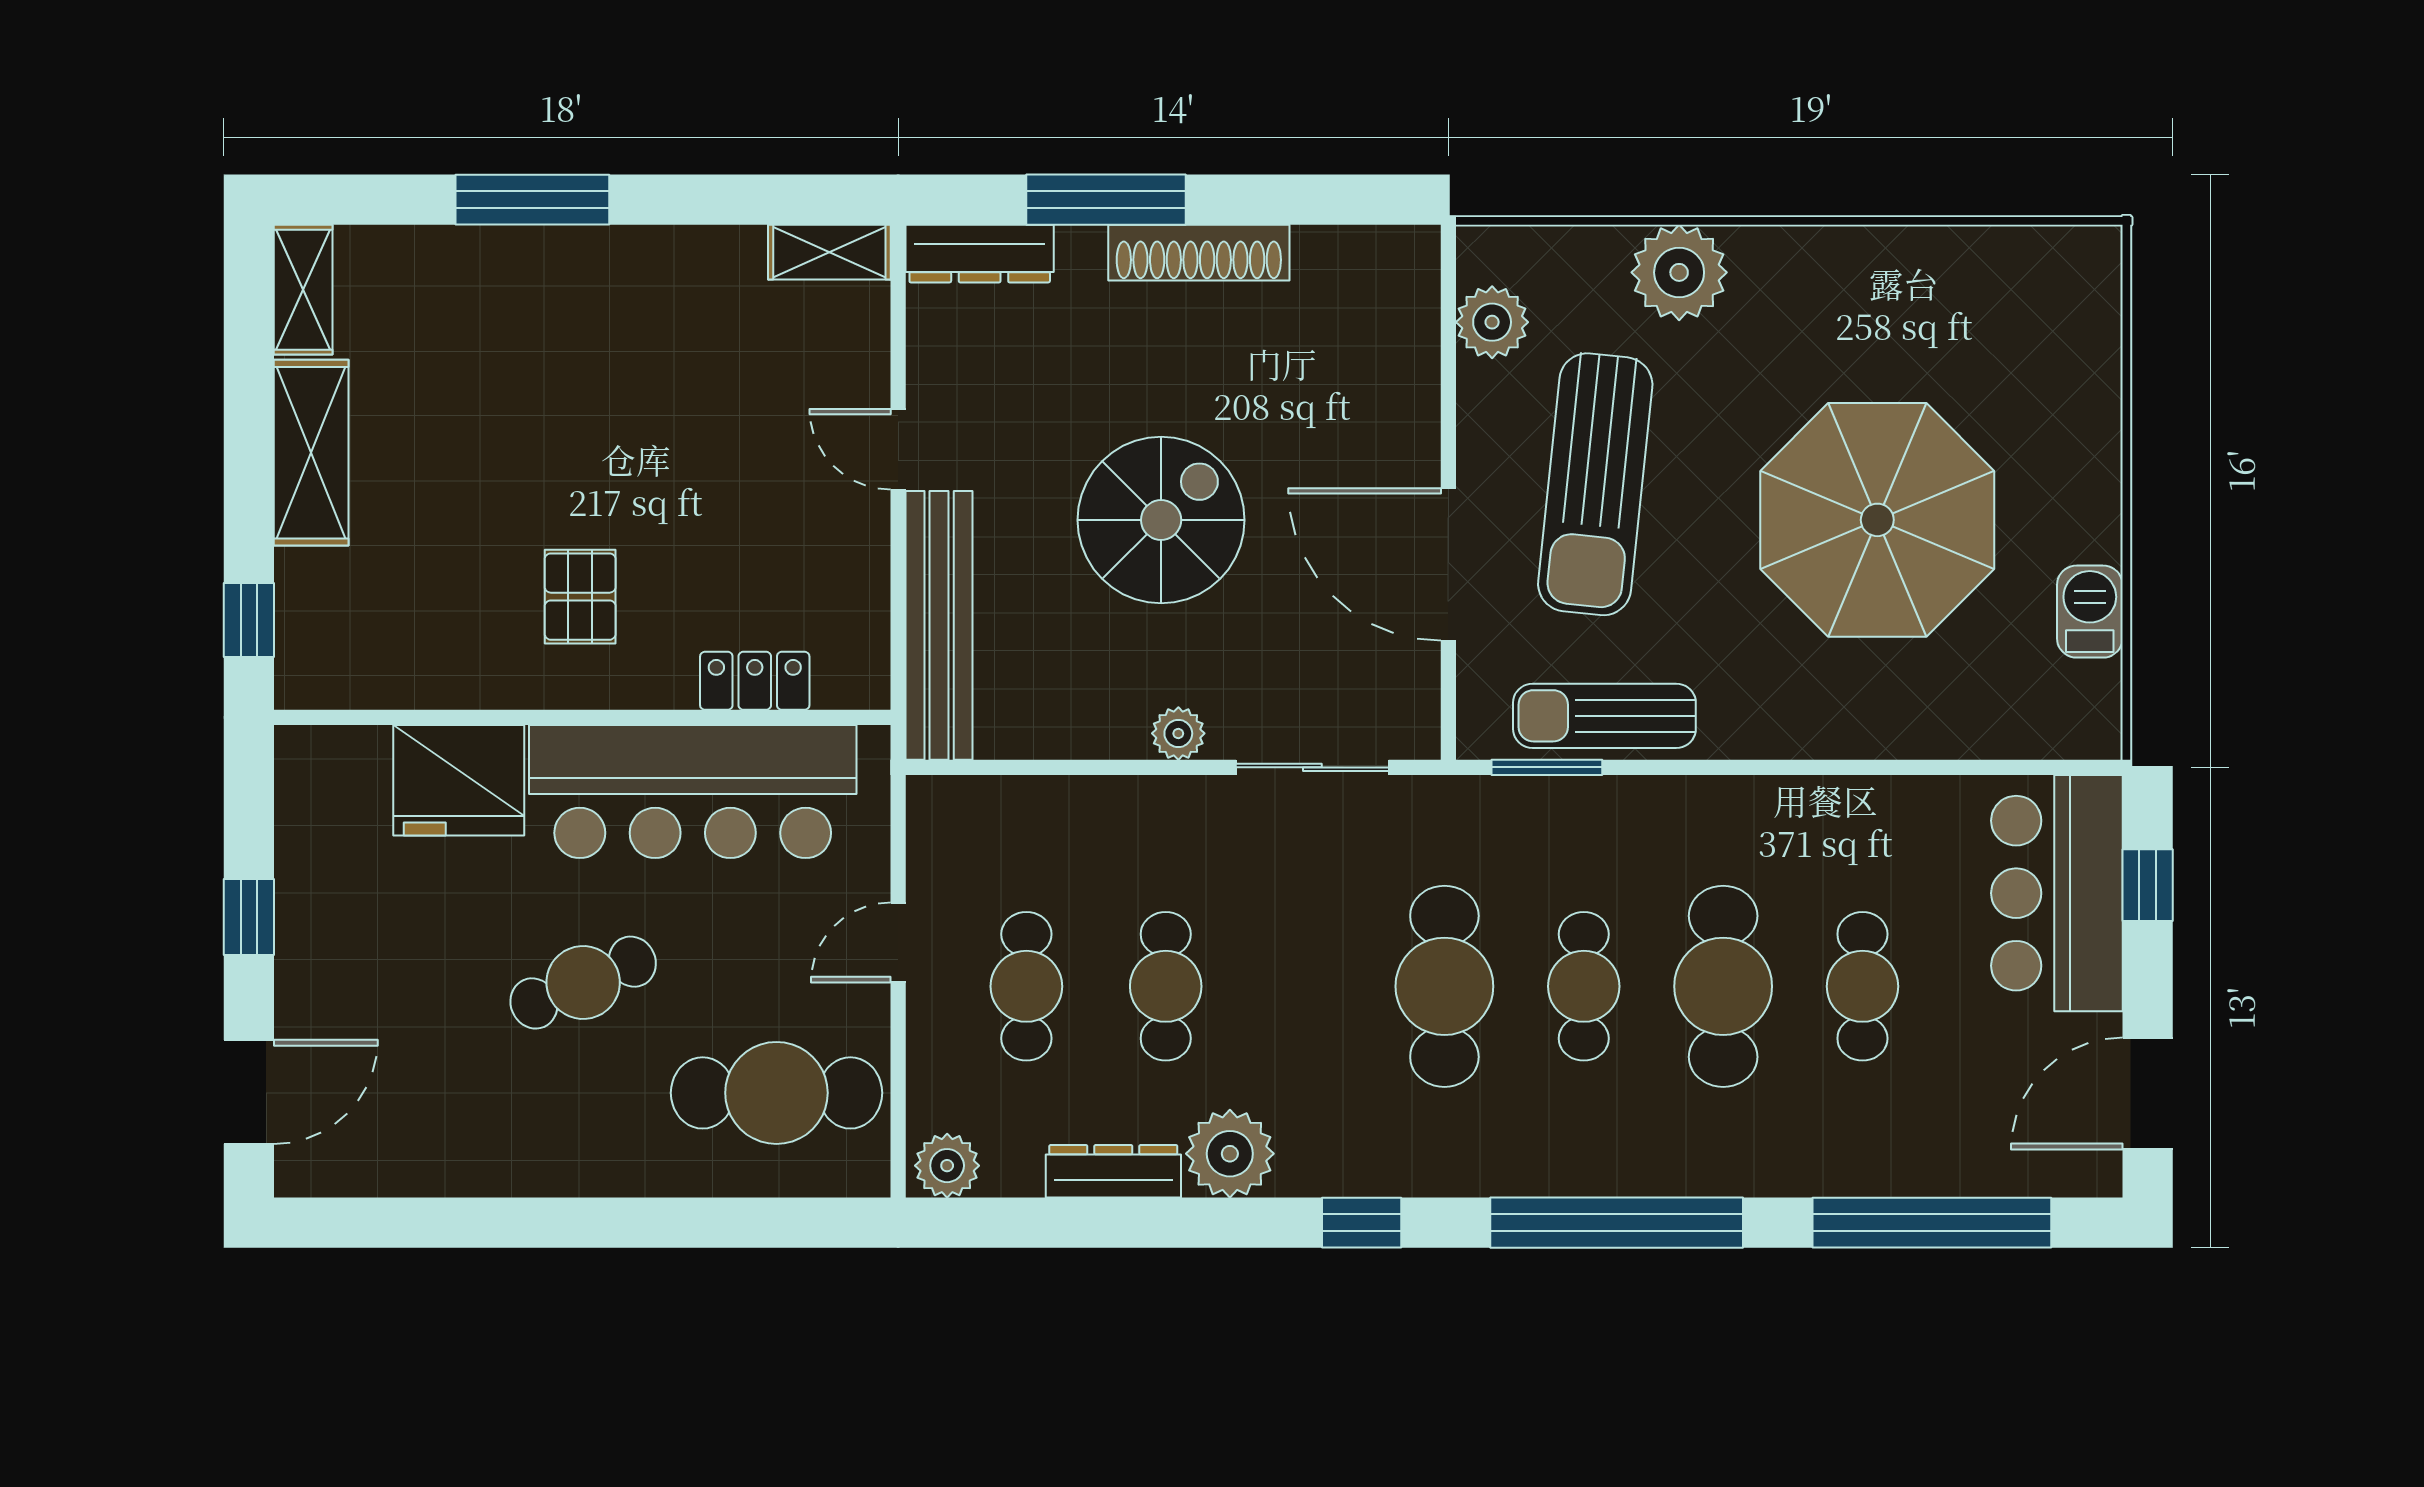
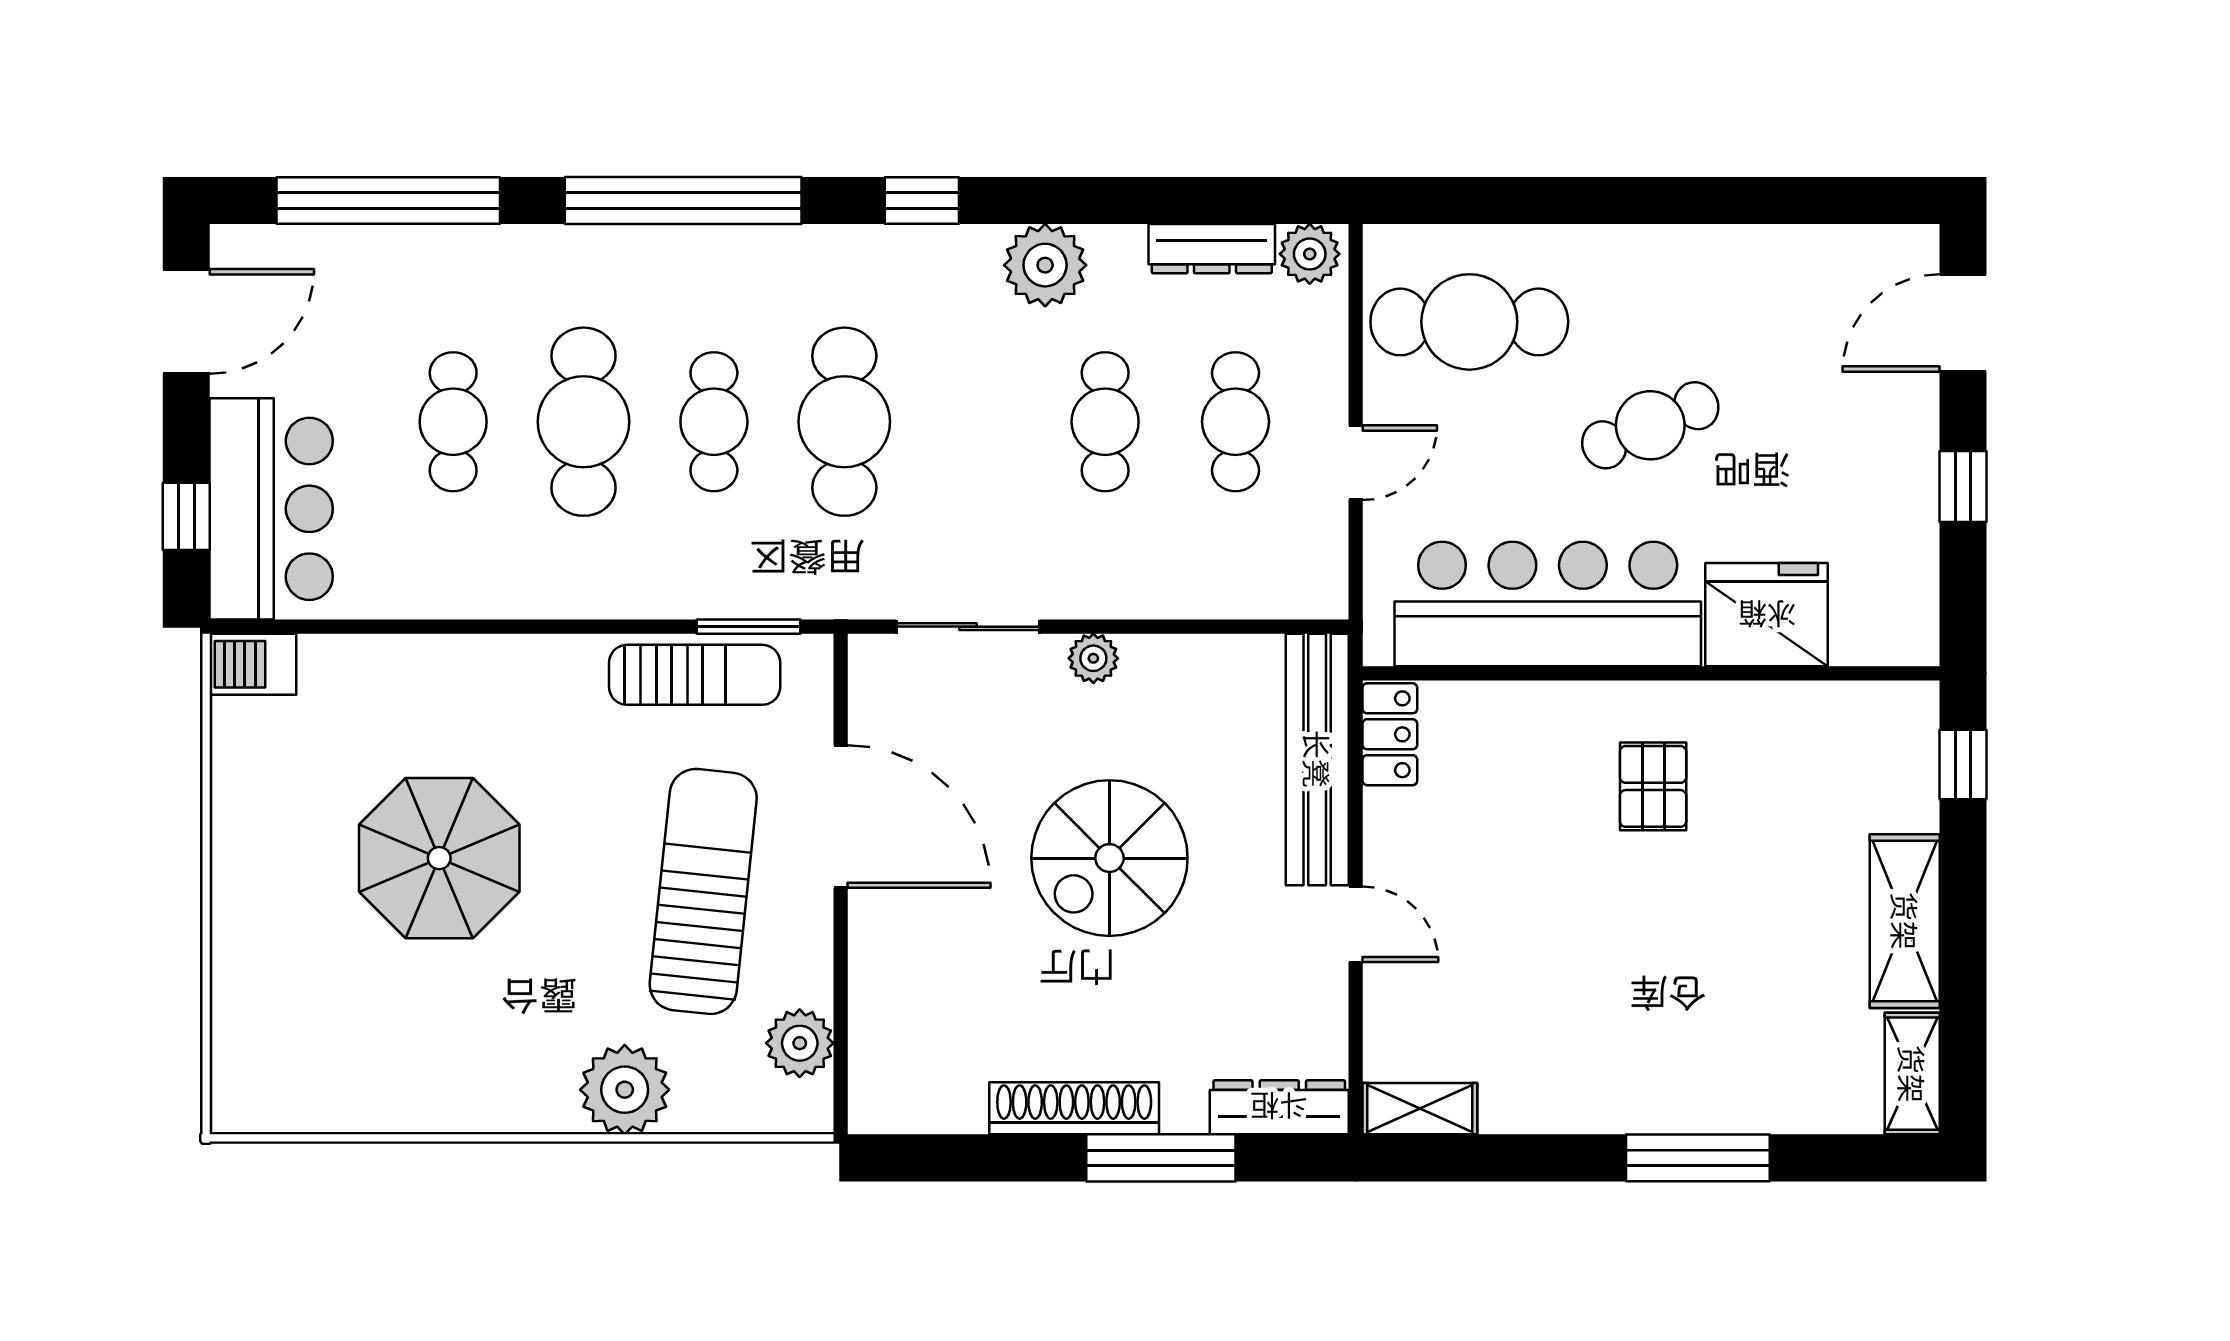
parasol: (1877, 520) -> (439, 858), width x0.73, depth x0.73
barbecue: (2090, 612) -> (253, 664), moved, turned 90
locker: (755, 681) -> (1390, 734), moved, turned -90
dresser: (1113, 1171) -> (1212, 249), moved

